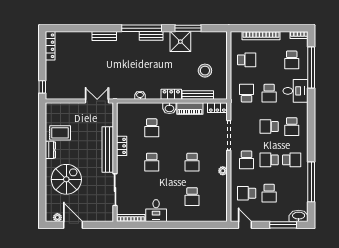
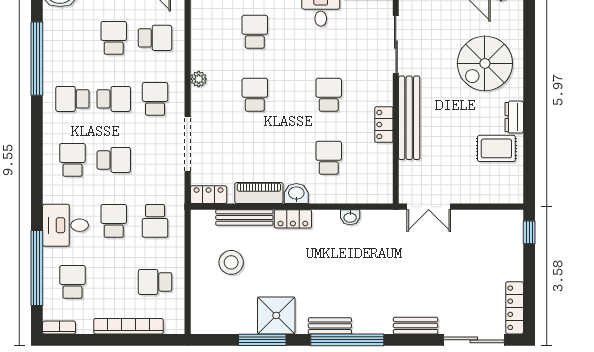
sliding door: (72, 28) -> (474, 340), added

